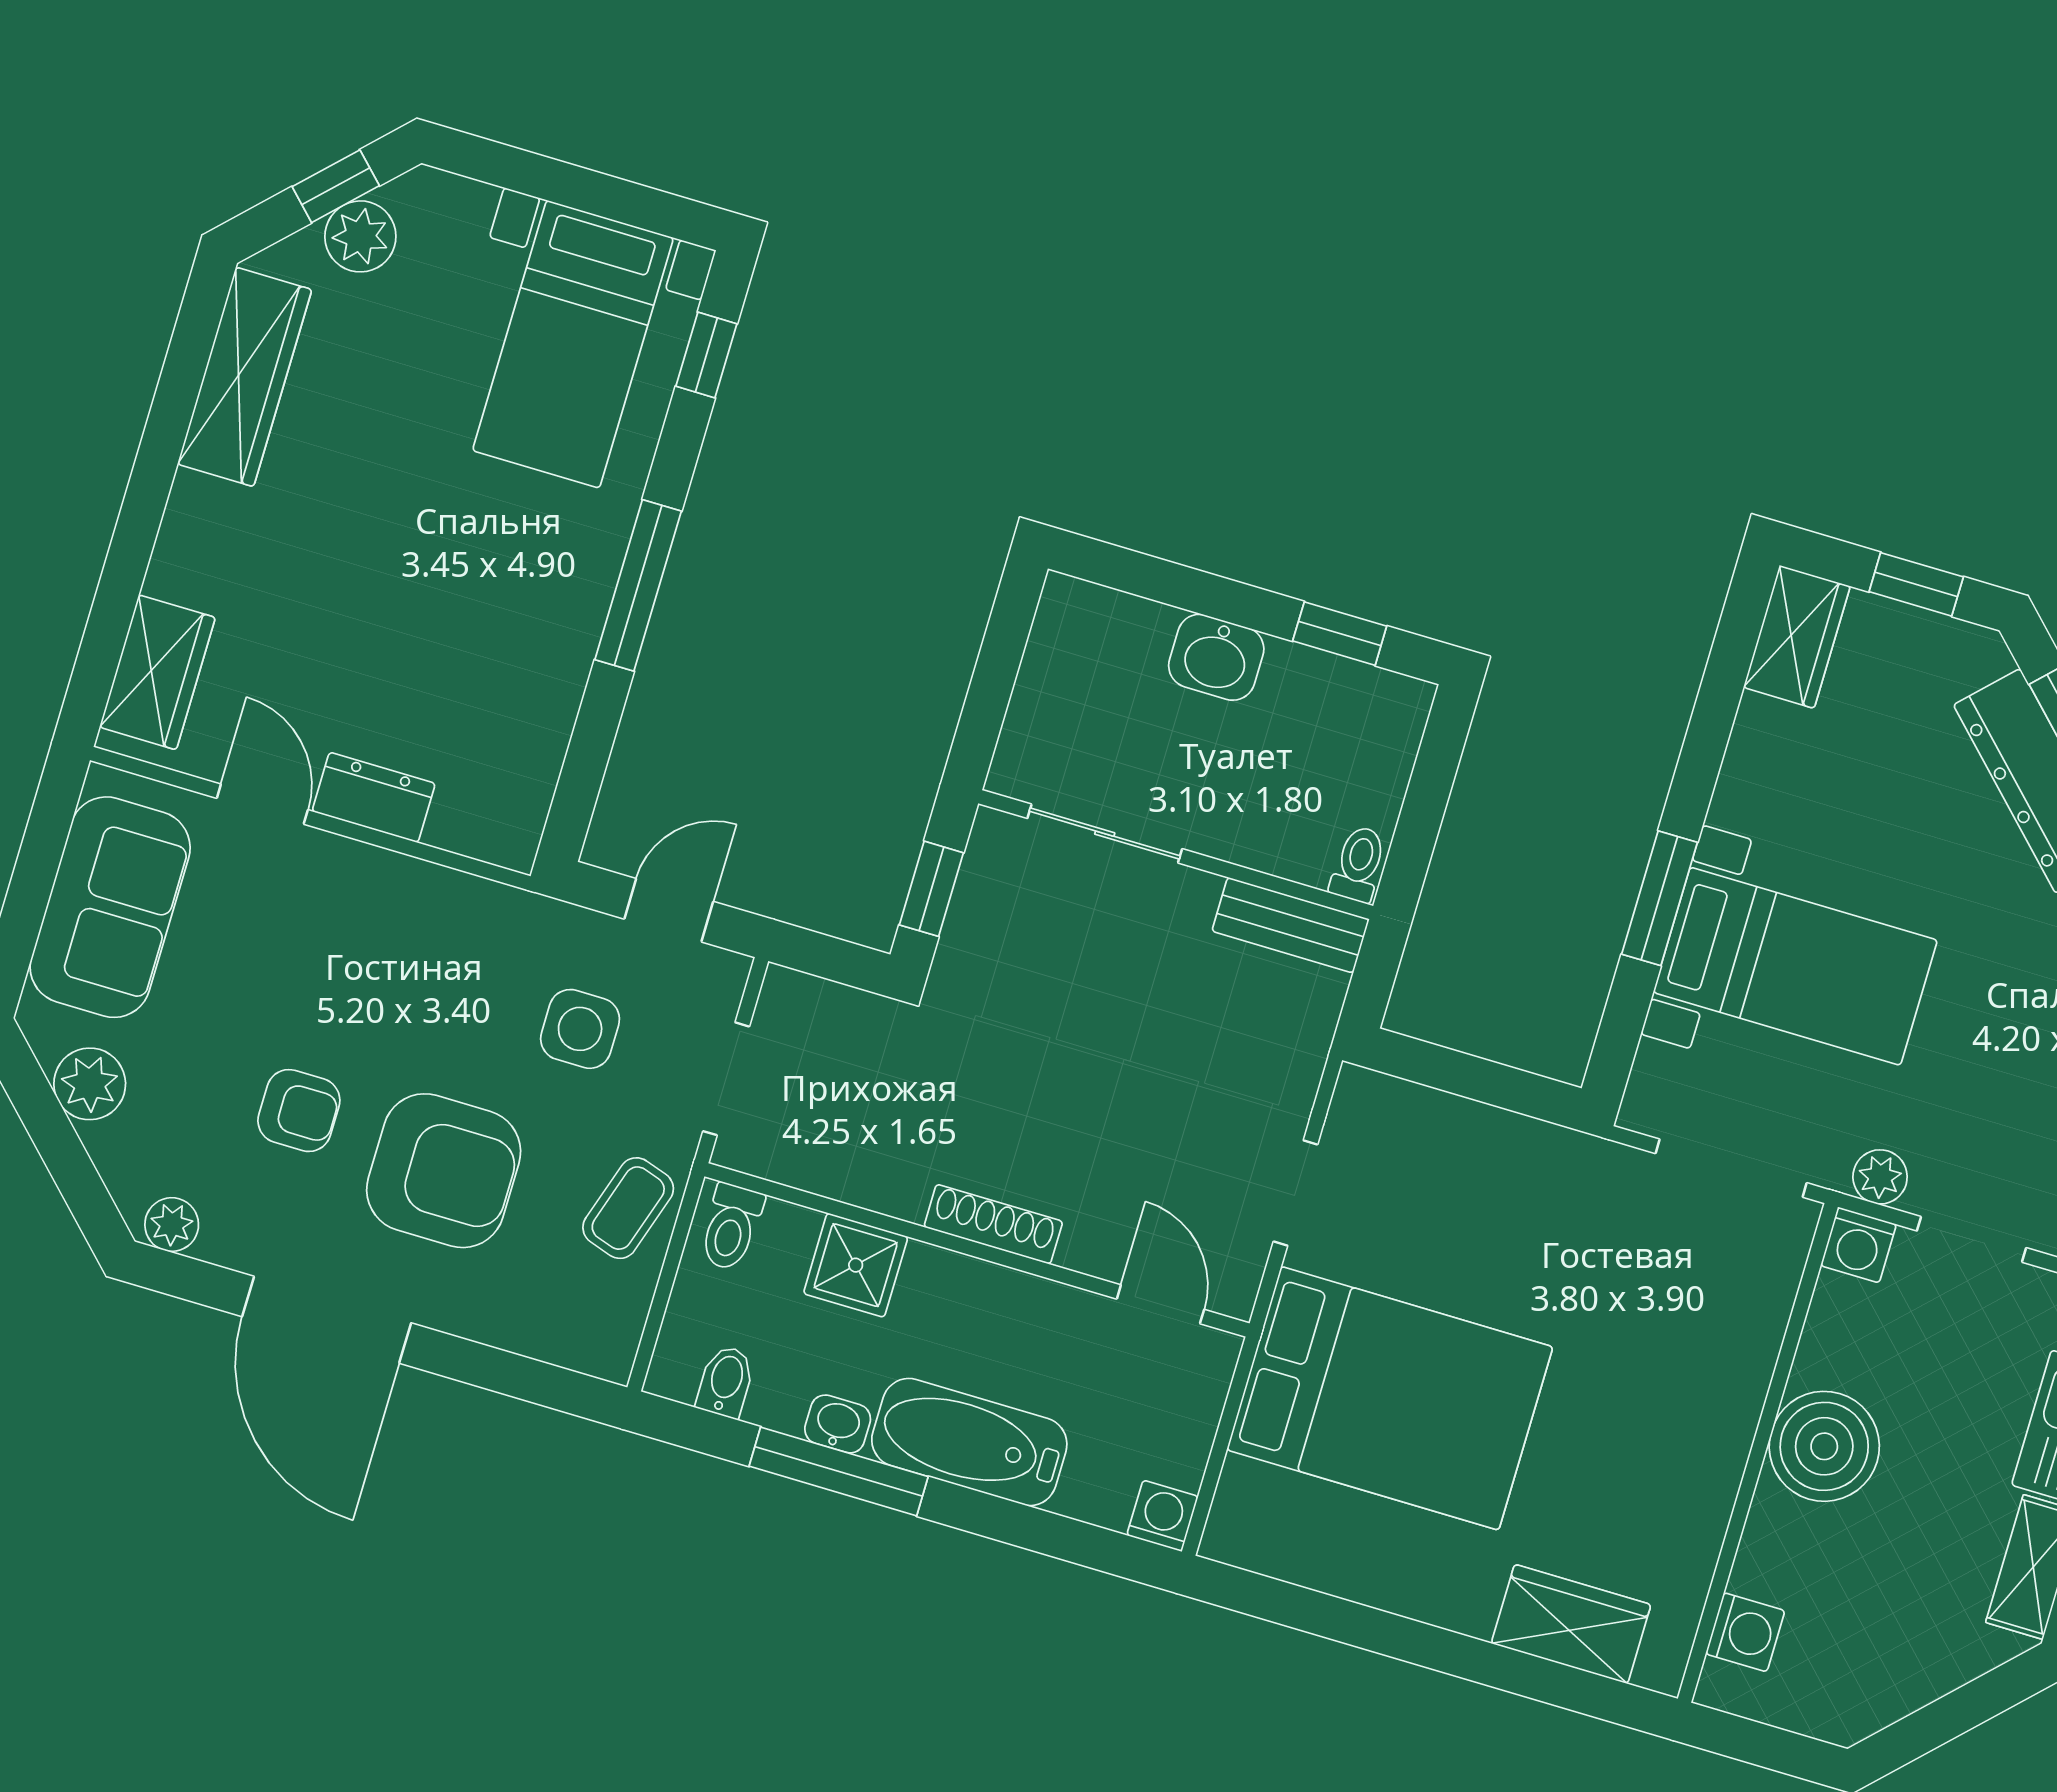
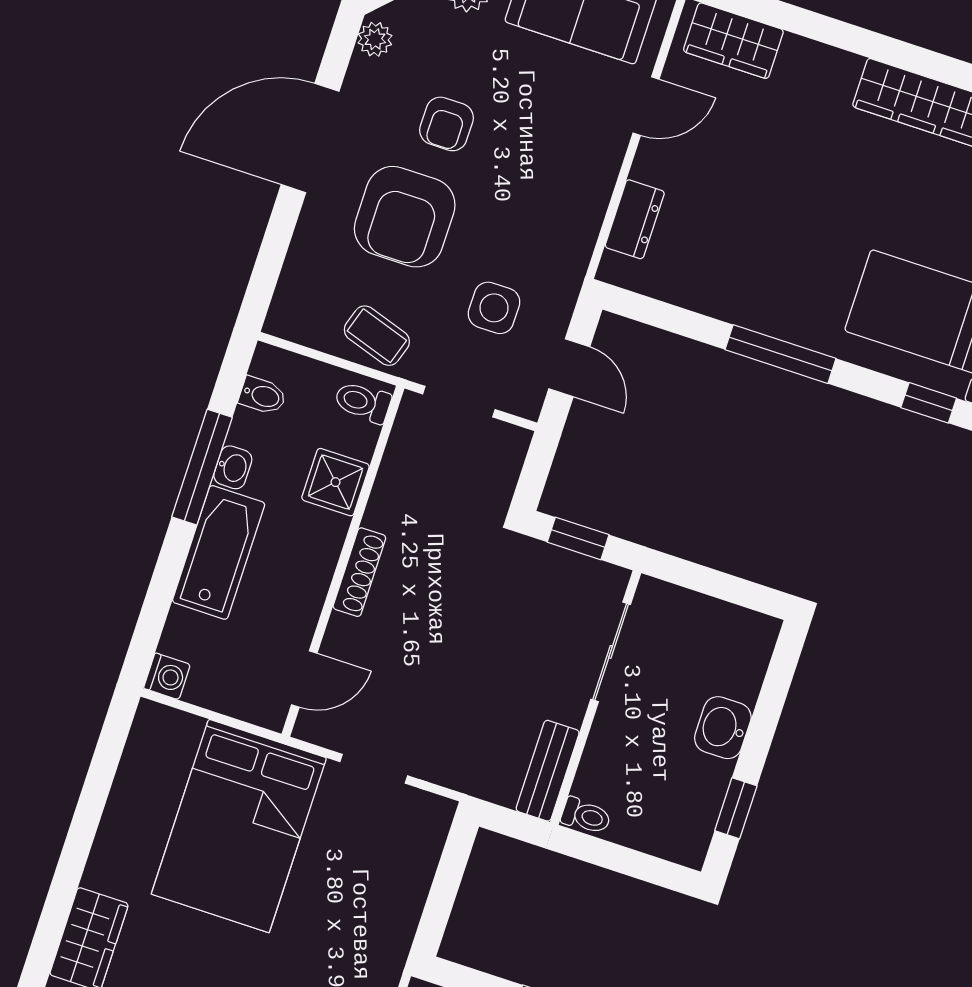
dresser: (374, 797) -> (635, 219), moved

